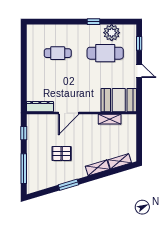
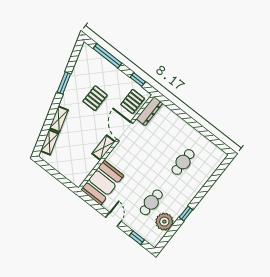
cafe table: (105, 53) -> (151, 202), width x0.73, depth x0.74
door: (139, 71) -> (113, 219), swing flipped
shelving: (110, 119) -> (103, 148), moved
pallet: (42, 124) -> (133, 101), added

